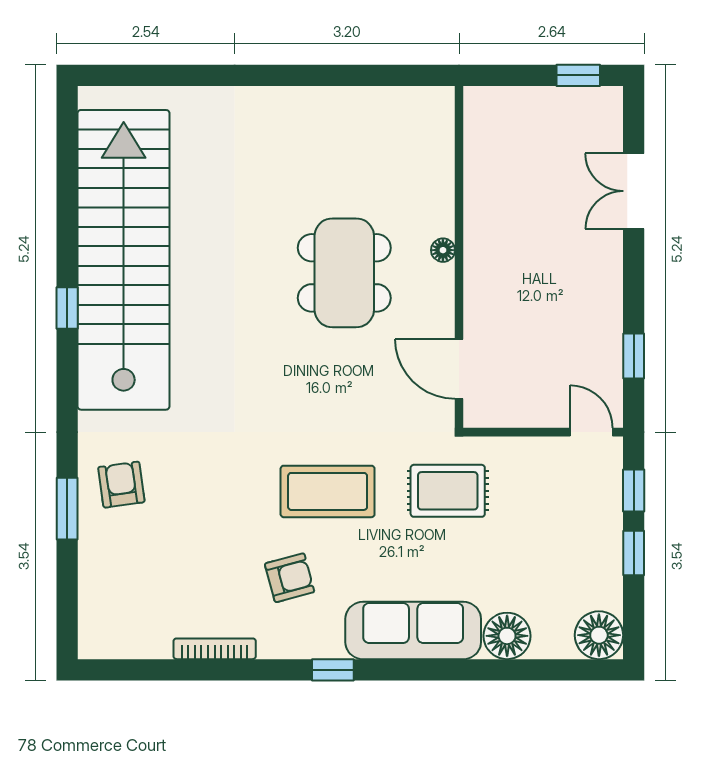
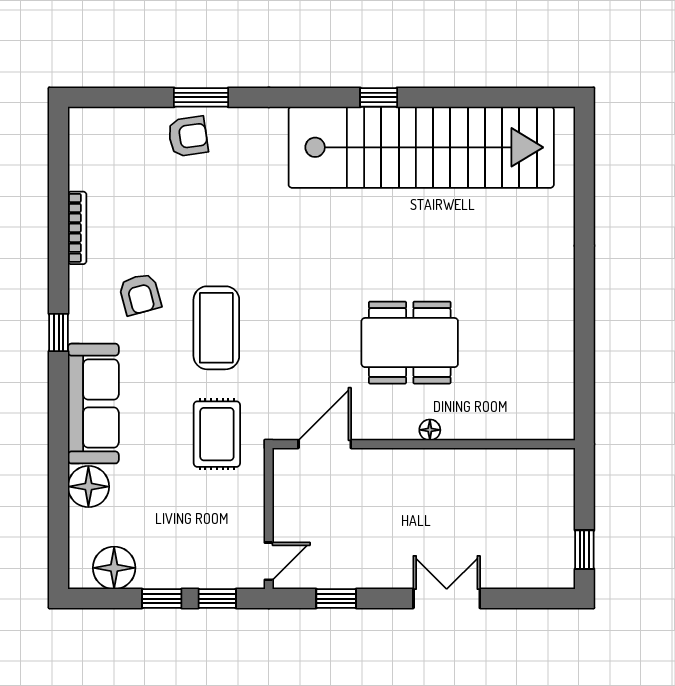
double door: (634, 191) -> (447, 599), moved
armchair: (121, 485) -> (188, 136), moved
floor lamp: (599, 635) -> (114, 568), moved

